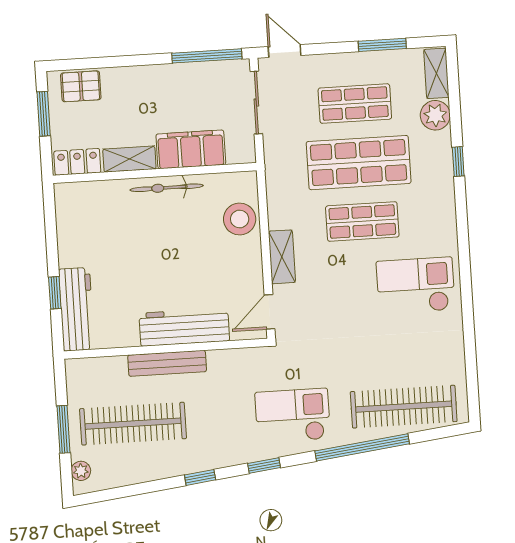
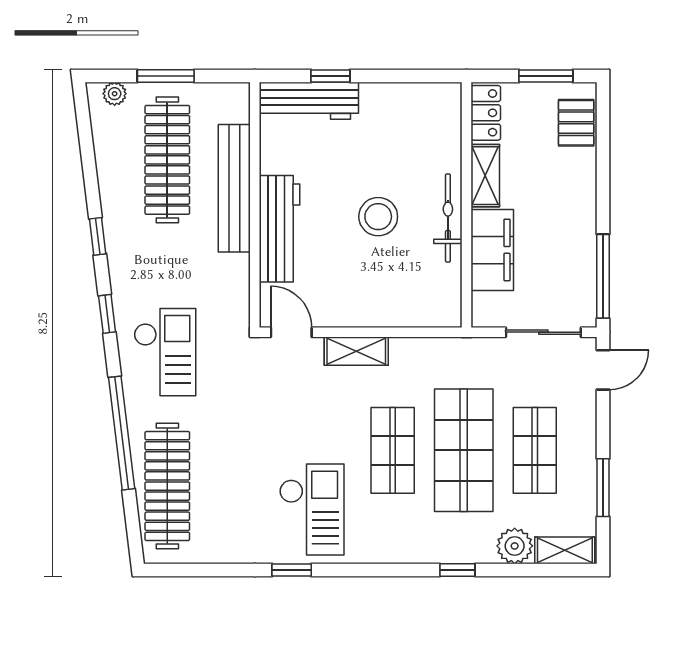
stool: (240, 219) -> (378, 217), moved
window: (467, 299) -> (292, 570), added
bench: (167, 363) -> (234, 188), width x1.37, depth x1.21

